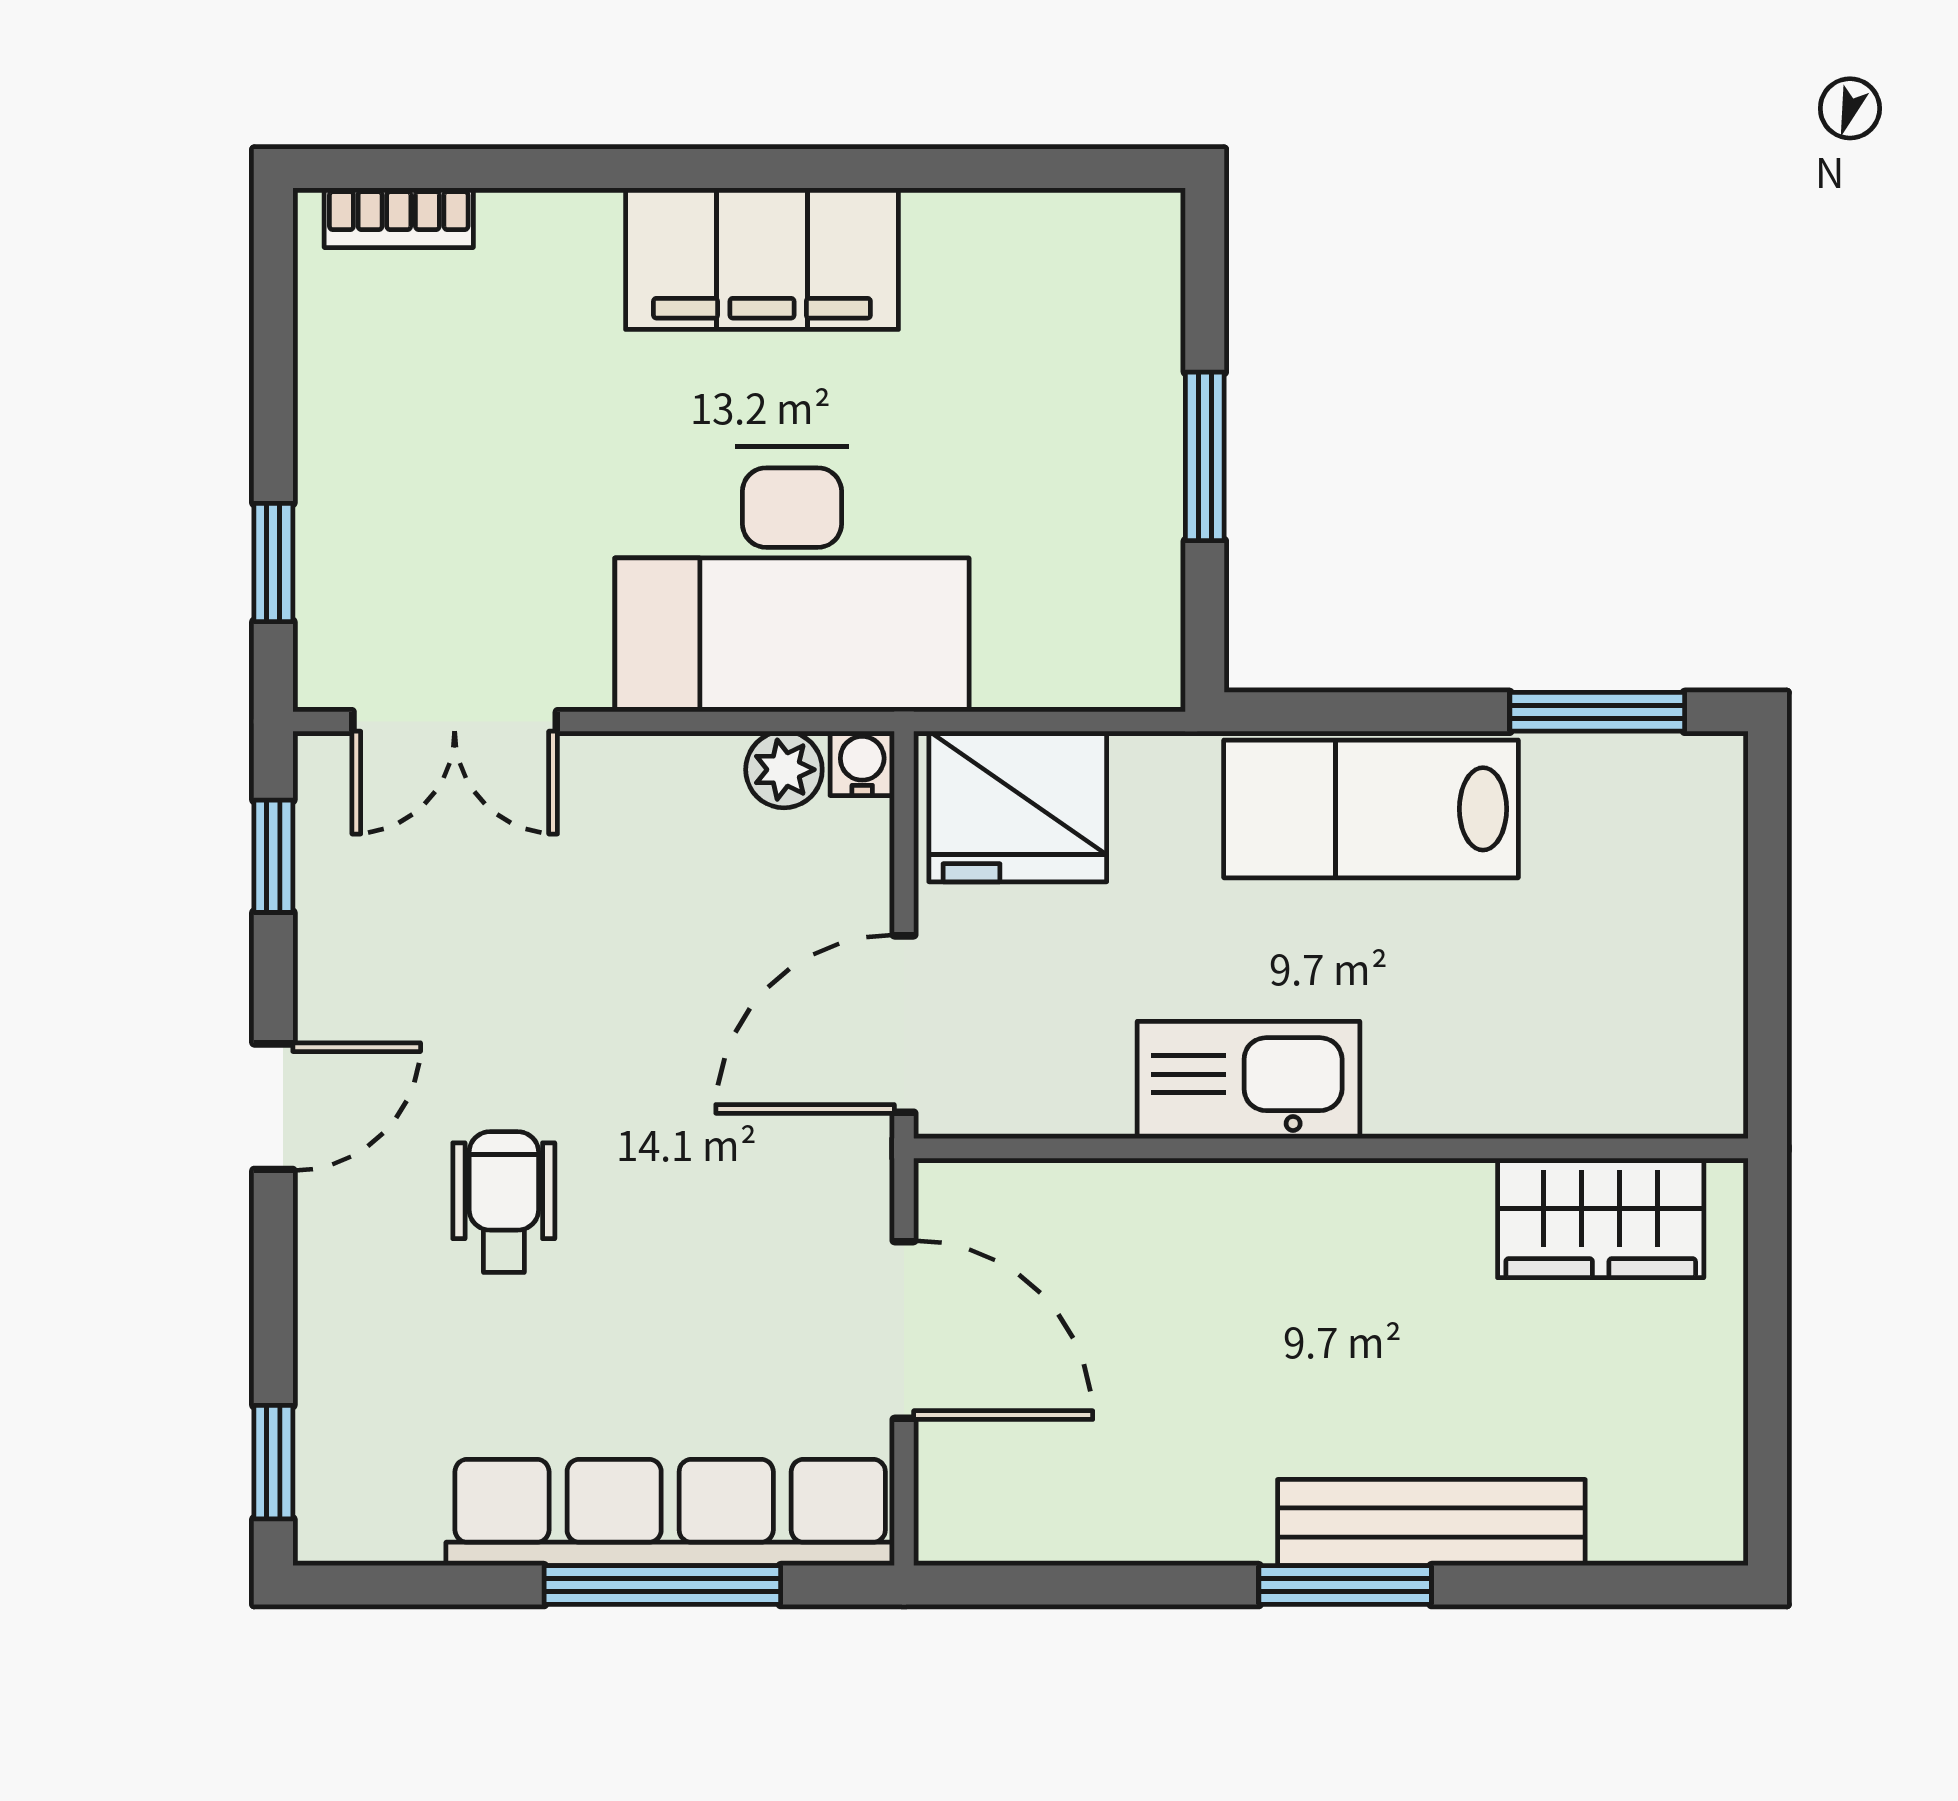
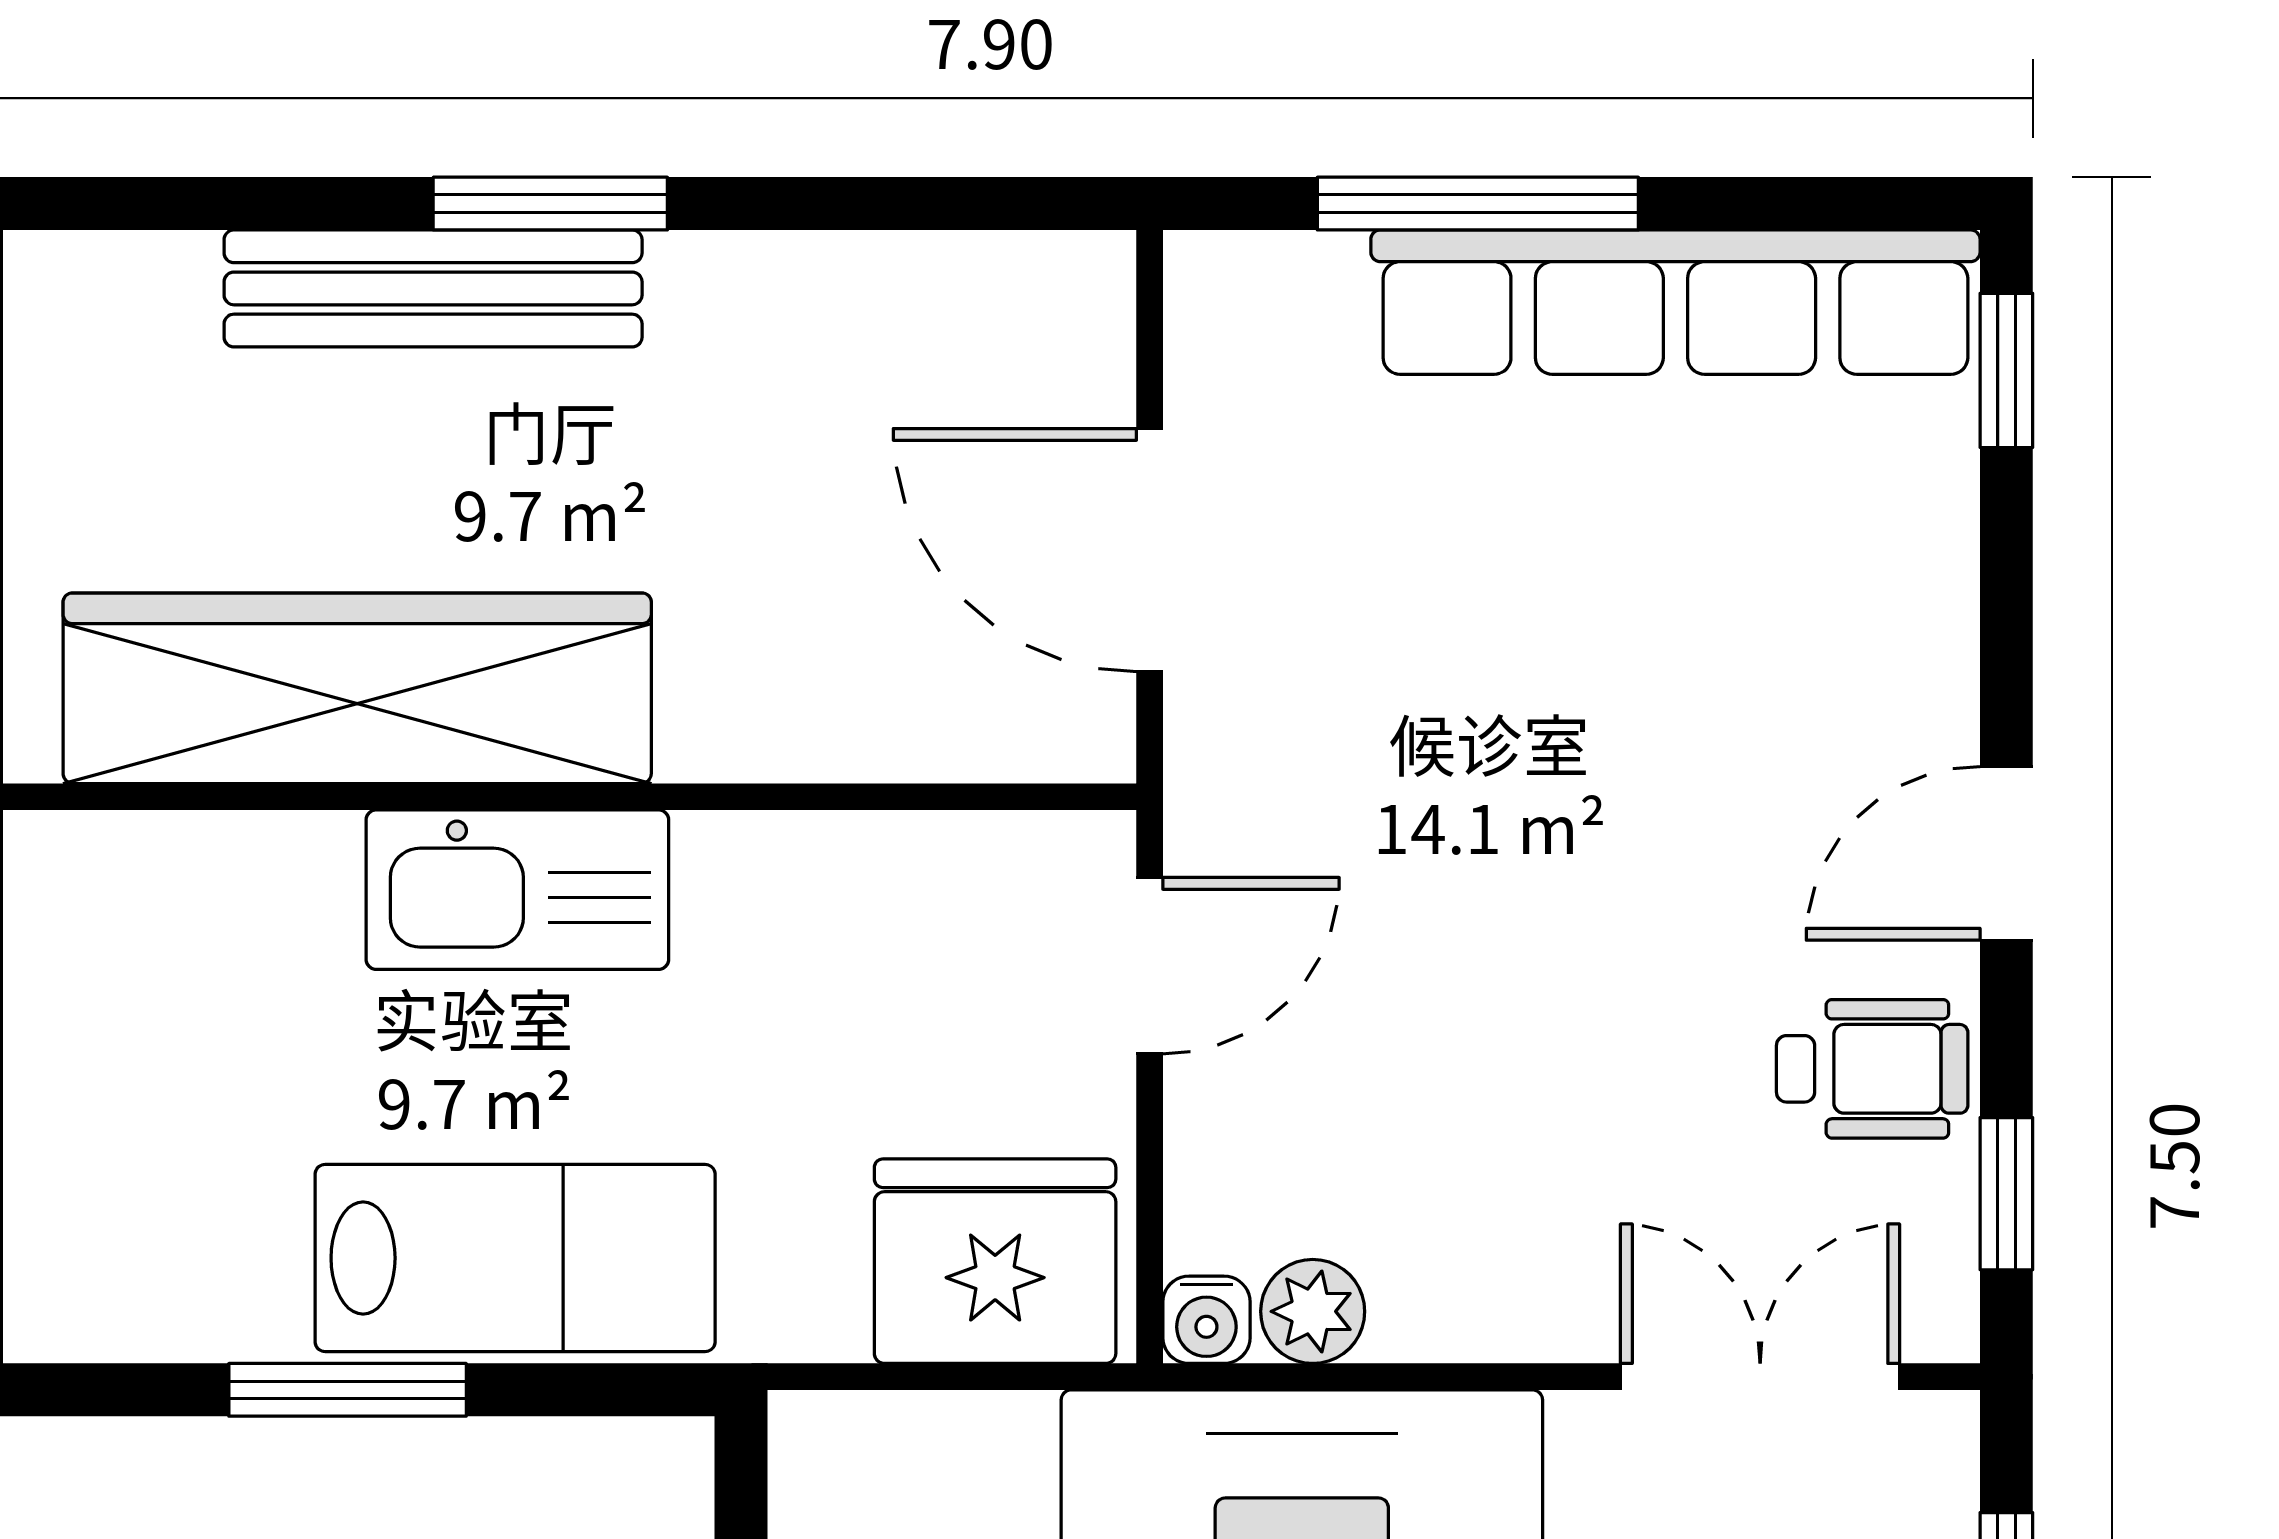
window: (1597, 712) -> (348, 1390), moved
door: (904, 1024) -> (1150, 966), width x0.73
kitchen sink: (1249, 1080) -> (517, 890), moved
wheelchair: (504, 1202) -> (1872, 1069), moved, turned -90
wardrobe: (1601, 1218) -> (357, 688), width x2.10, depth x1.17
row of seats: (670, 1512) -> (1675, 302), moved

